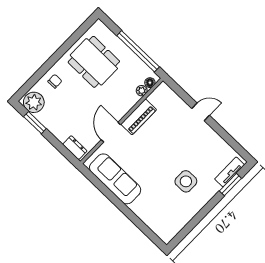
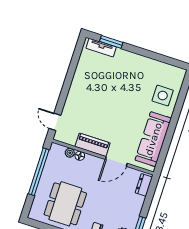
floor lamp: (150, 83) -> (80, 156), moved
door: (201, 112) -> (55, 122), moved
side table: (186, 181) -> (163, 96), moved

